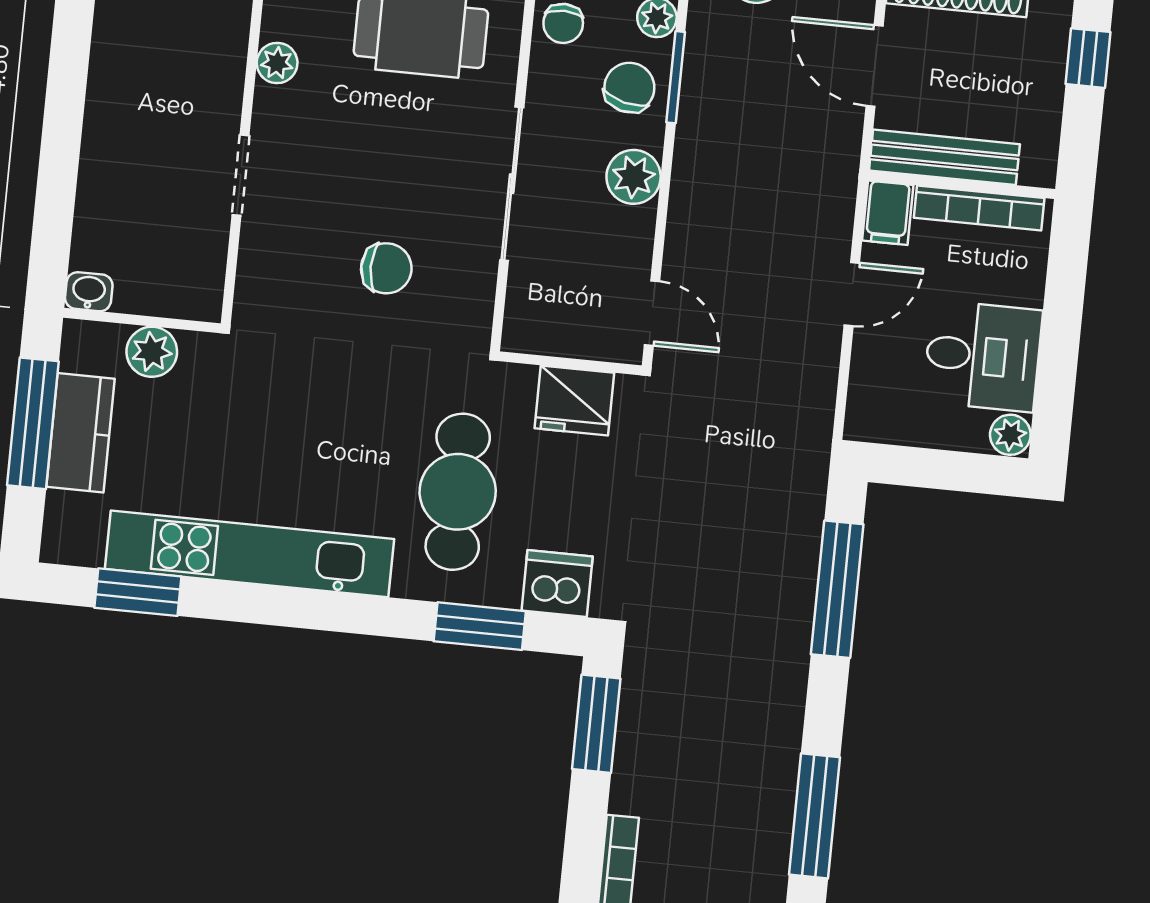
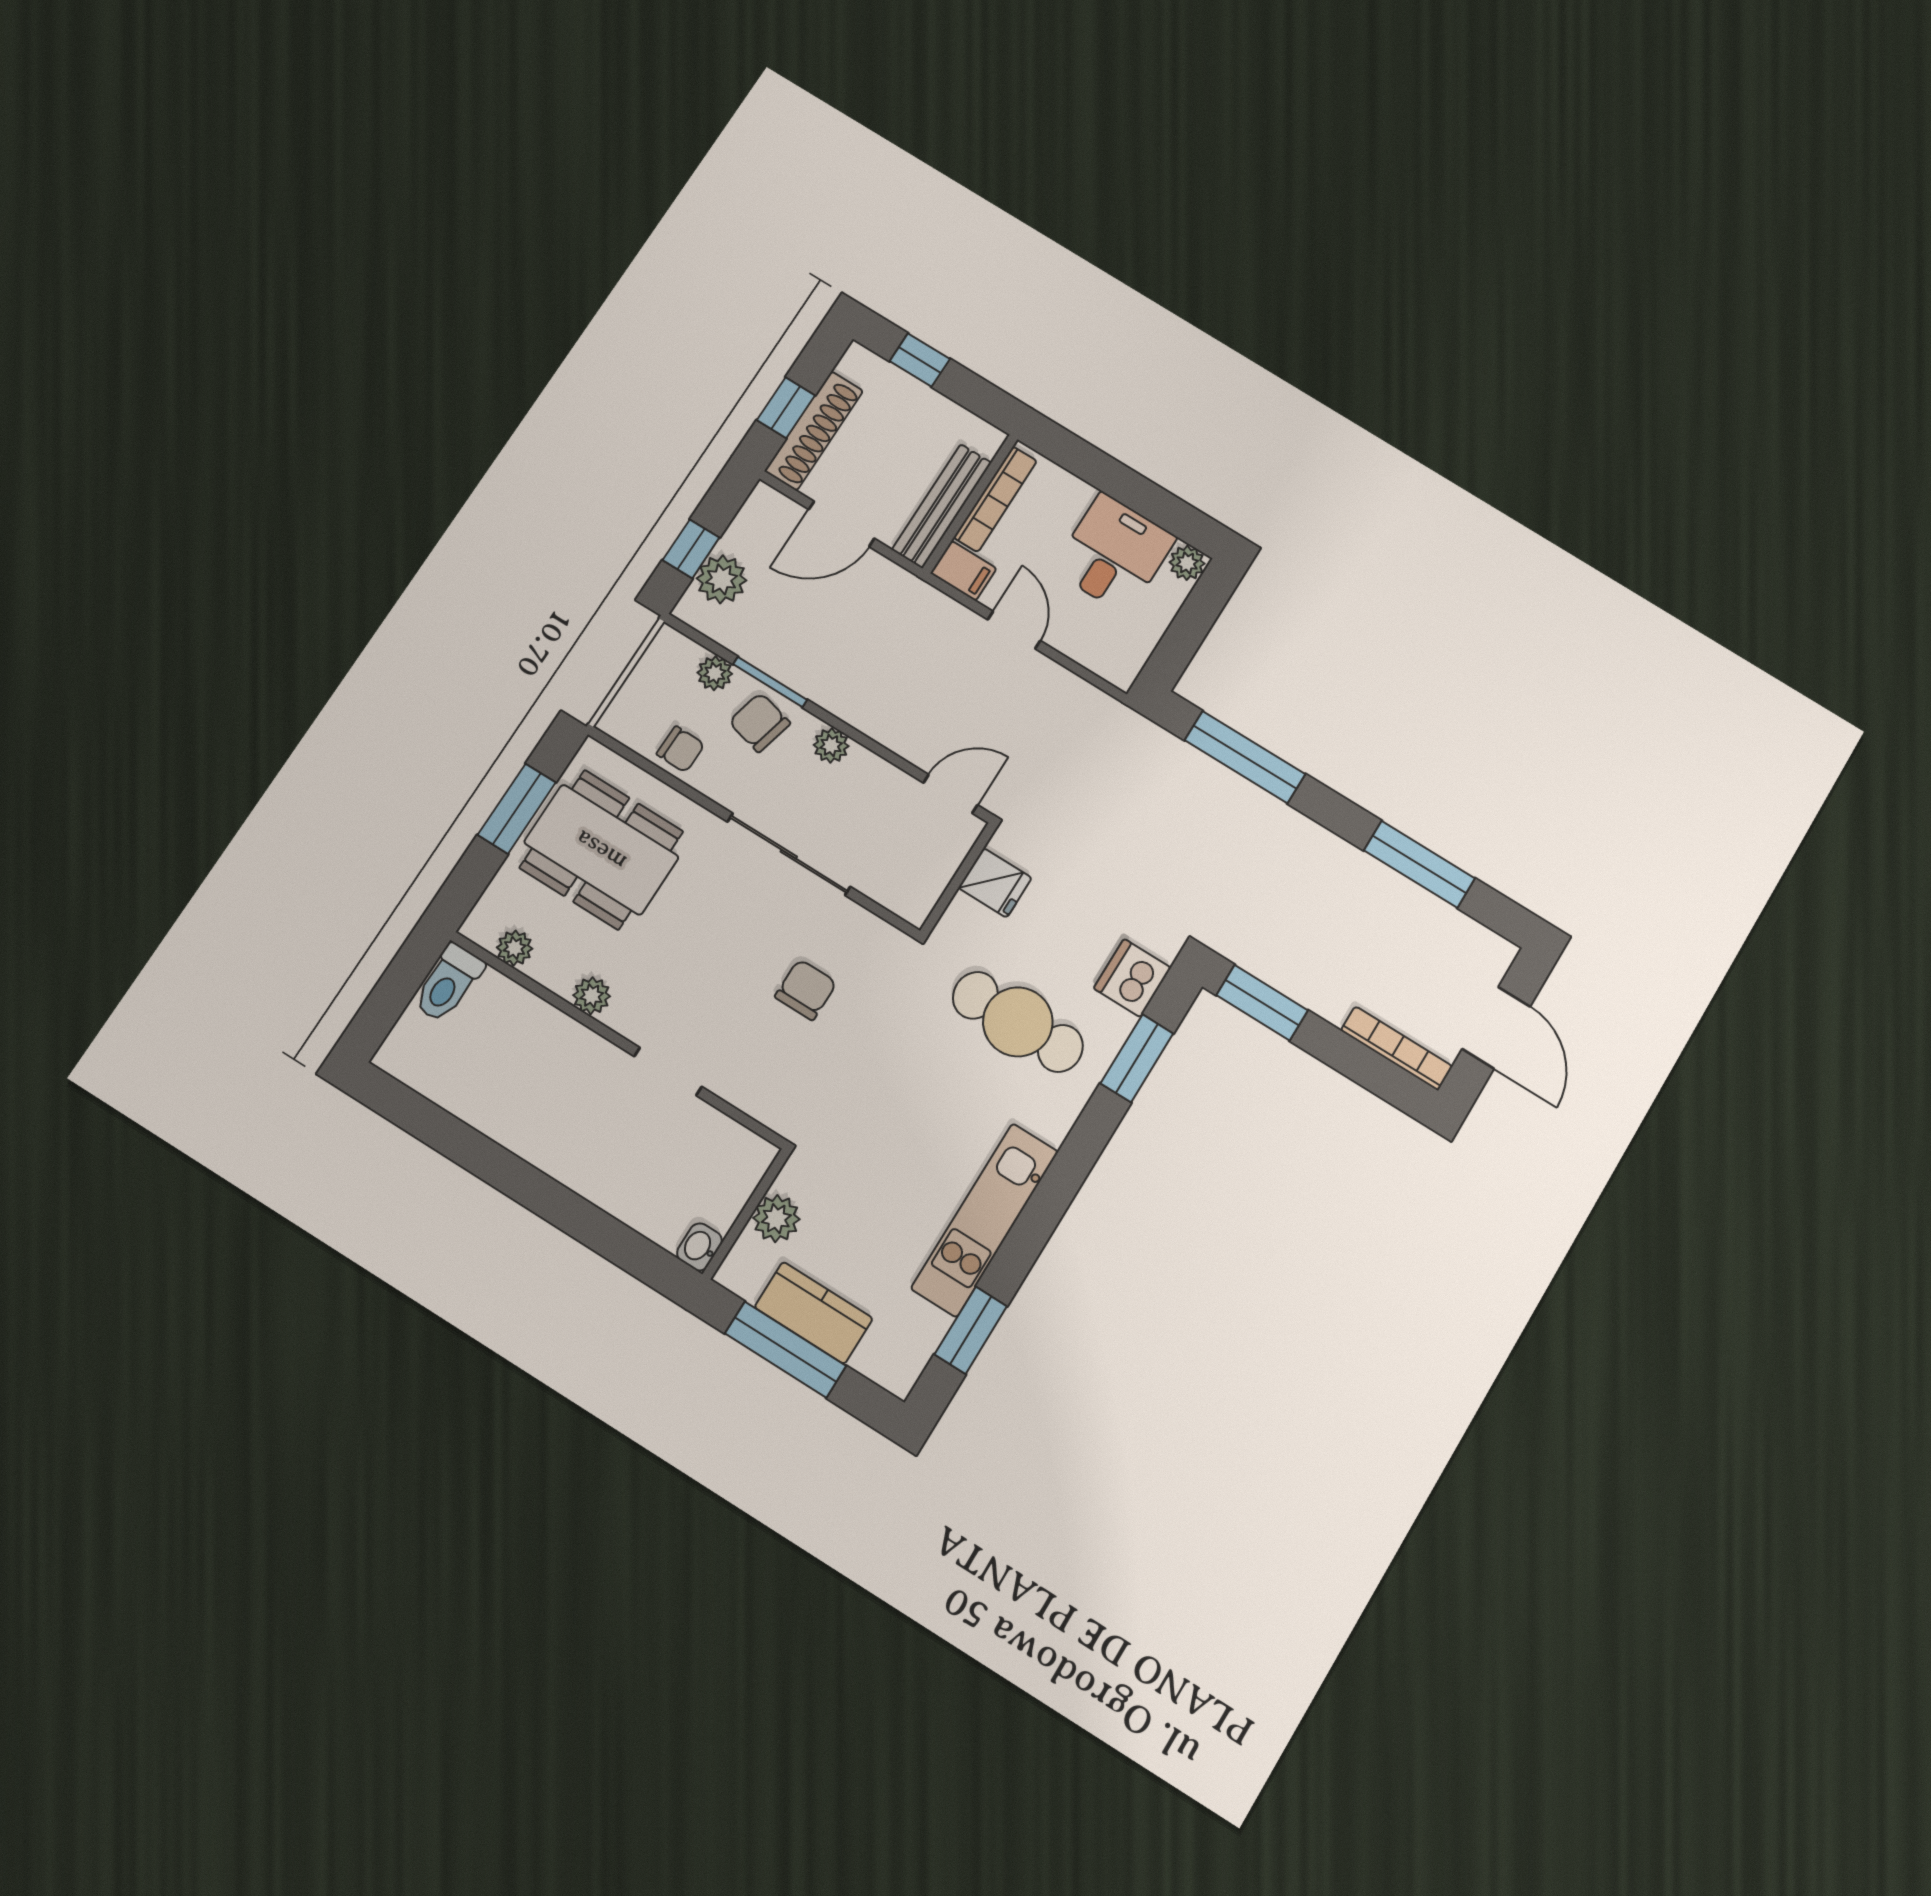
plant: (634, 177) -> (831, 746), width x0.73, depth x0.73
fridge: (574, 400) -> (995, 883), width x0.72
kitchen unit: (250, 554) -> (985, 1220), width x0.73

